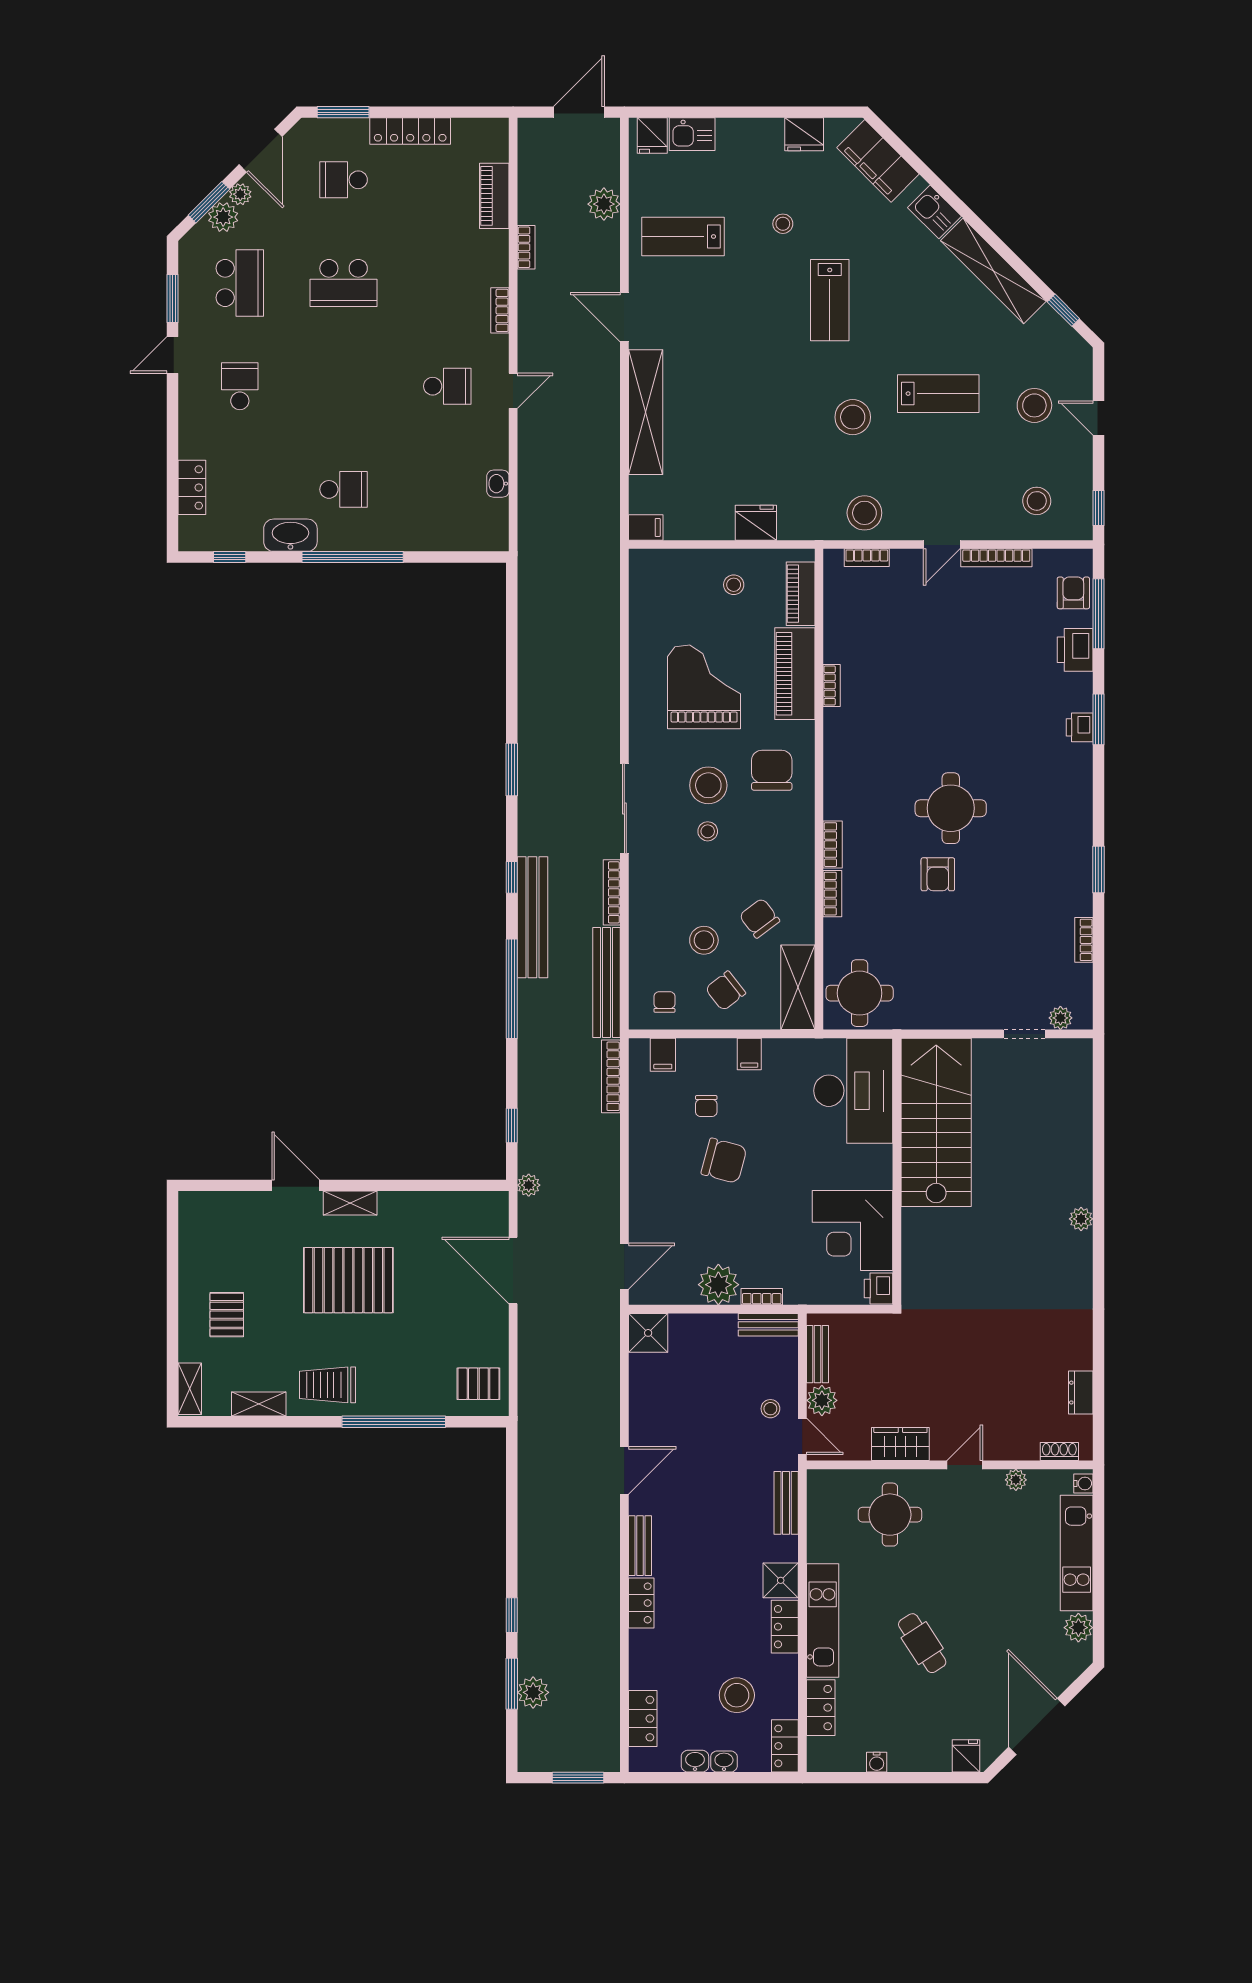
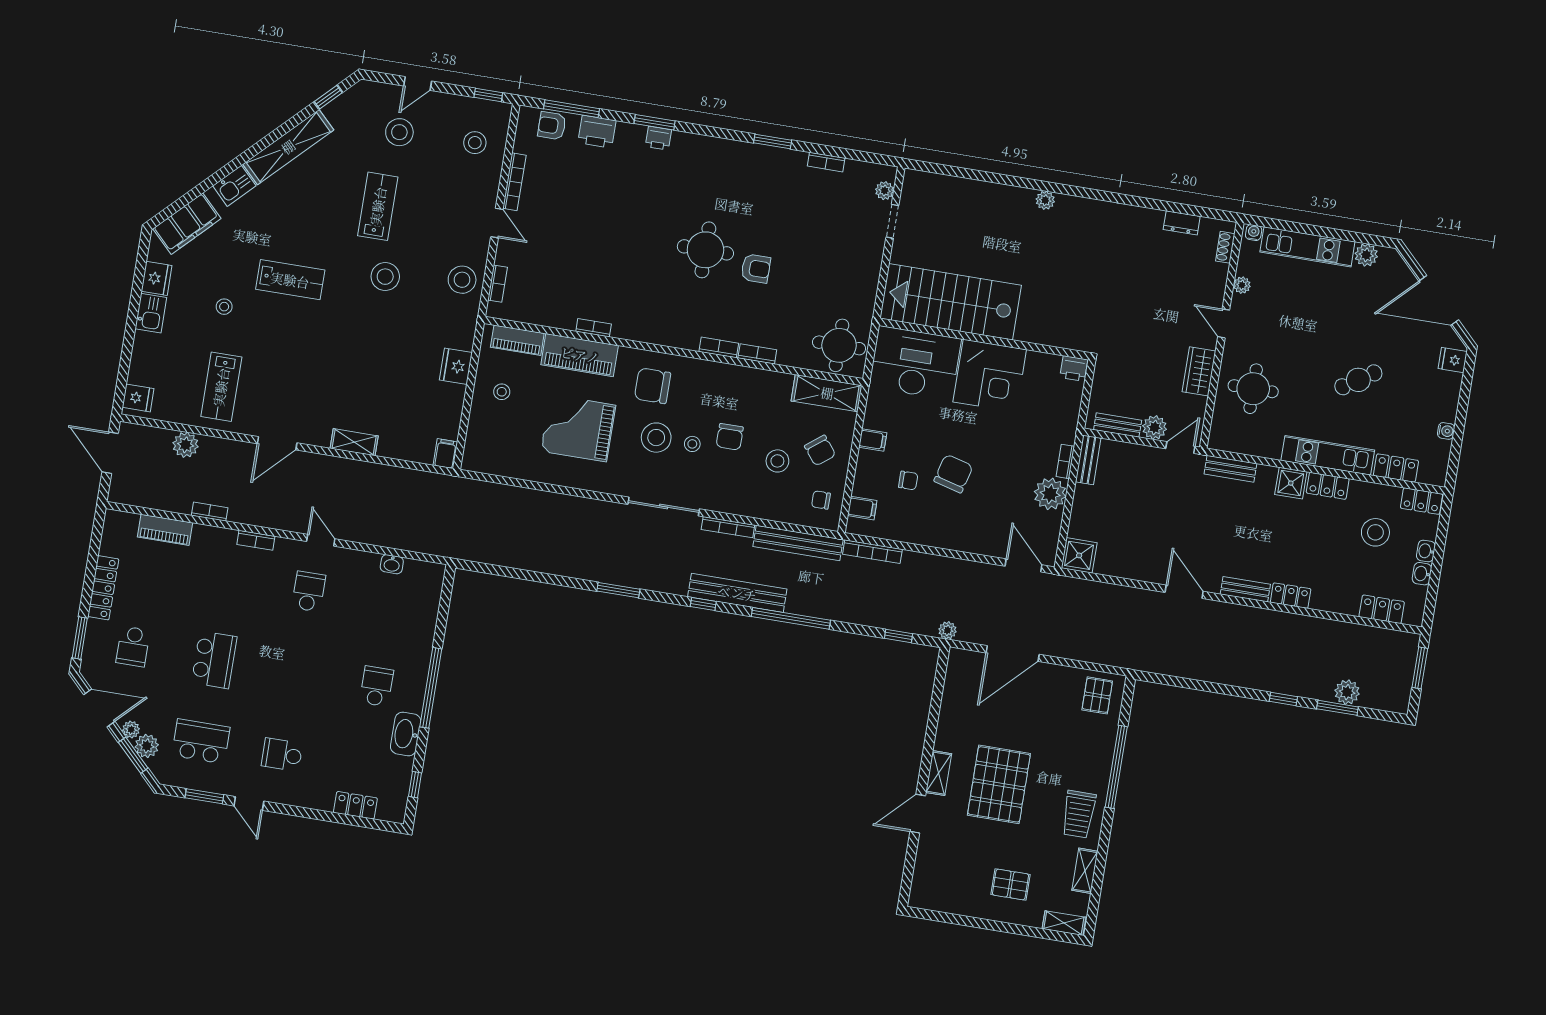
kitchen sink: (692, 134) -> (151, 313), moved
shelving: (646, 412) -> (354, 442), width x0.45, depth x0.75
chair: (760, 918) -> (730, 437), moved, turned -53
corner desk: (853, 1230) -> (990, 376), moved
stool: (770, 1409) -> (1154, 469), removed

